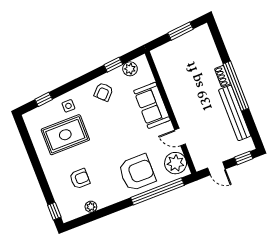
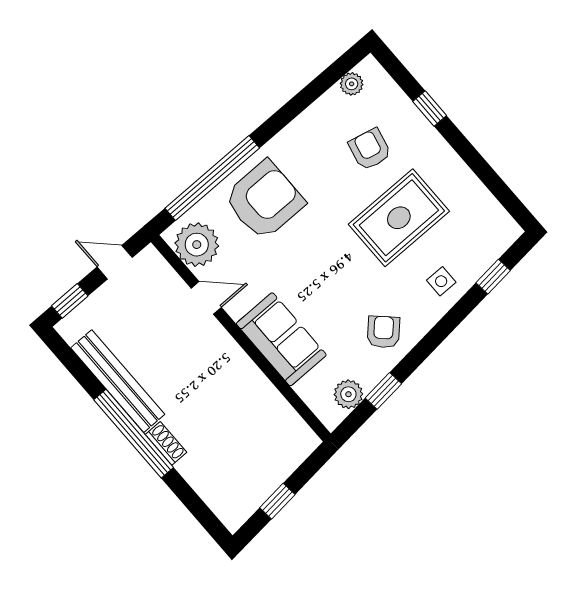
window: (181, 31) -> (277, 501), width x0.67
rug: (65, 135) -> (399, 218), moved
armchair: (137, 173) -> (264, 200), turned 180
armchair: (80, 179) -> (370, 149), turned 103
plant: (91, 207) -> (352, 84), moved
window: (54, 211) -> (430, 108), moved

